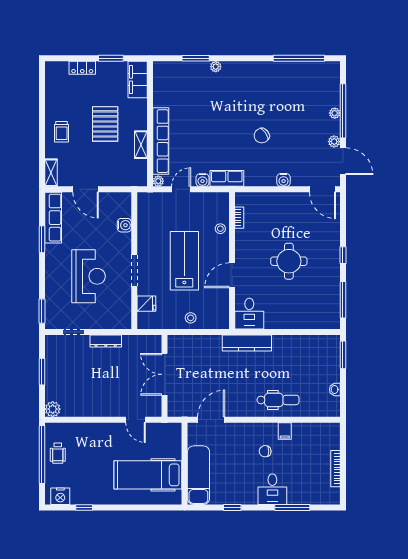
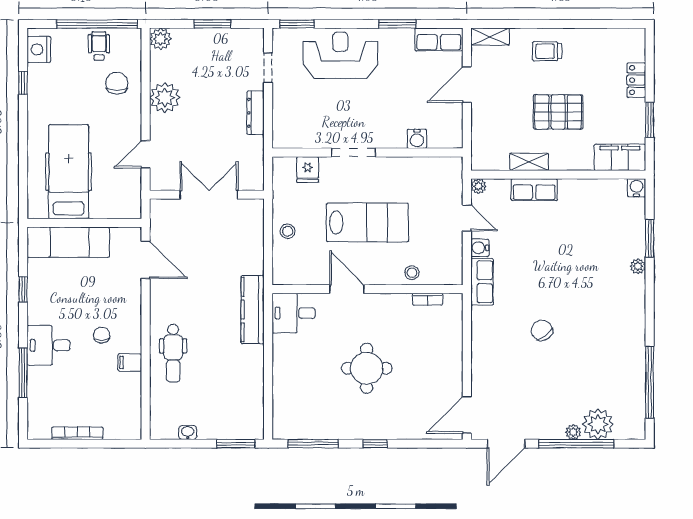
row of seats: (161, 141) -> (534, 190), width x0.50
plant: (334, 142) -> (598, 424), moved, width x1.88, depth x1.88
water cooler: (284, 180) -> (636, 188), moved, turned 90
row of seats: (53, 218) -> (439, 39), width x0.68
reception desk: (88, 276) -> (340, 55), moved, turned 180
plant: (95, 406) -> (165, 98), added
chair: (84, 440) -> (117, 83), added
wheelchair: (58, 453) -> (99, 46), turned 90

